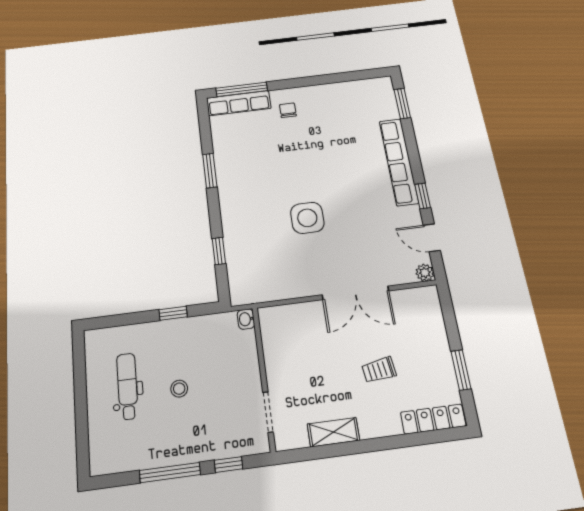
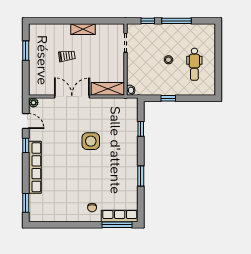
shelving: (290, 316) -> (108, 89), added
locker: (433, 419) -> (45, 29), removed
shelving: (333, 432) -> (83, 29), moved

